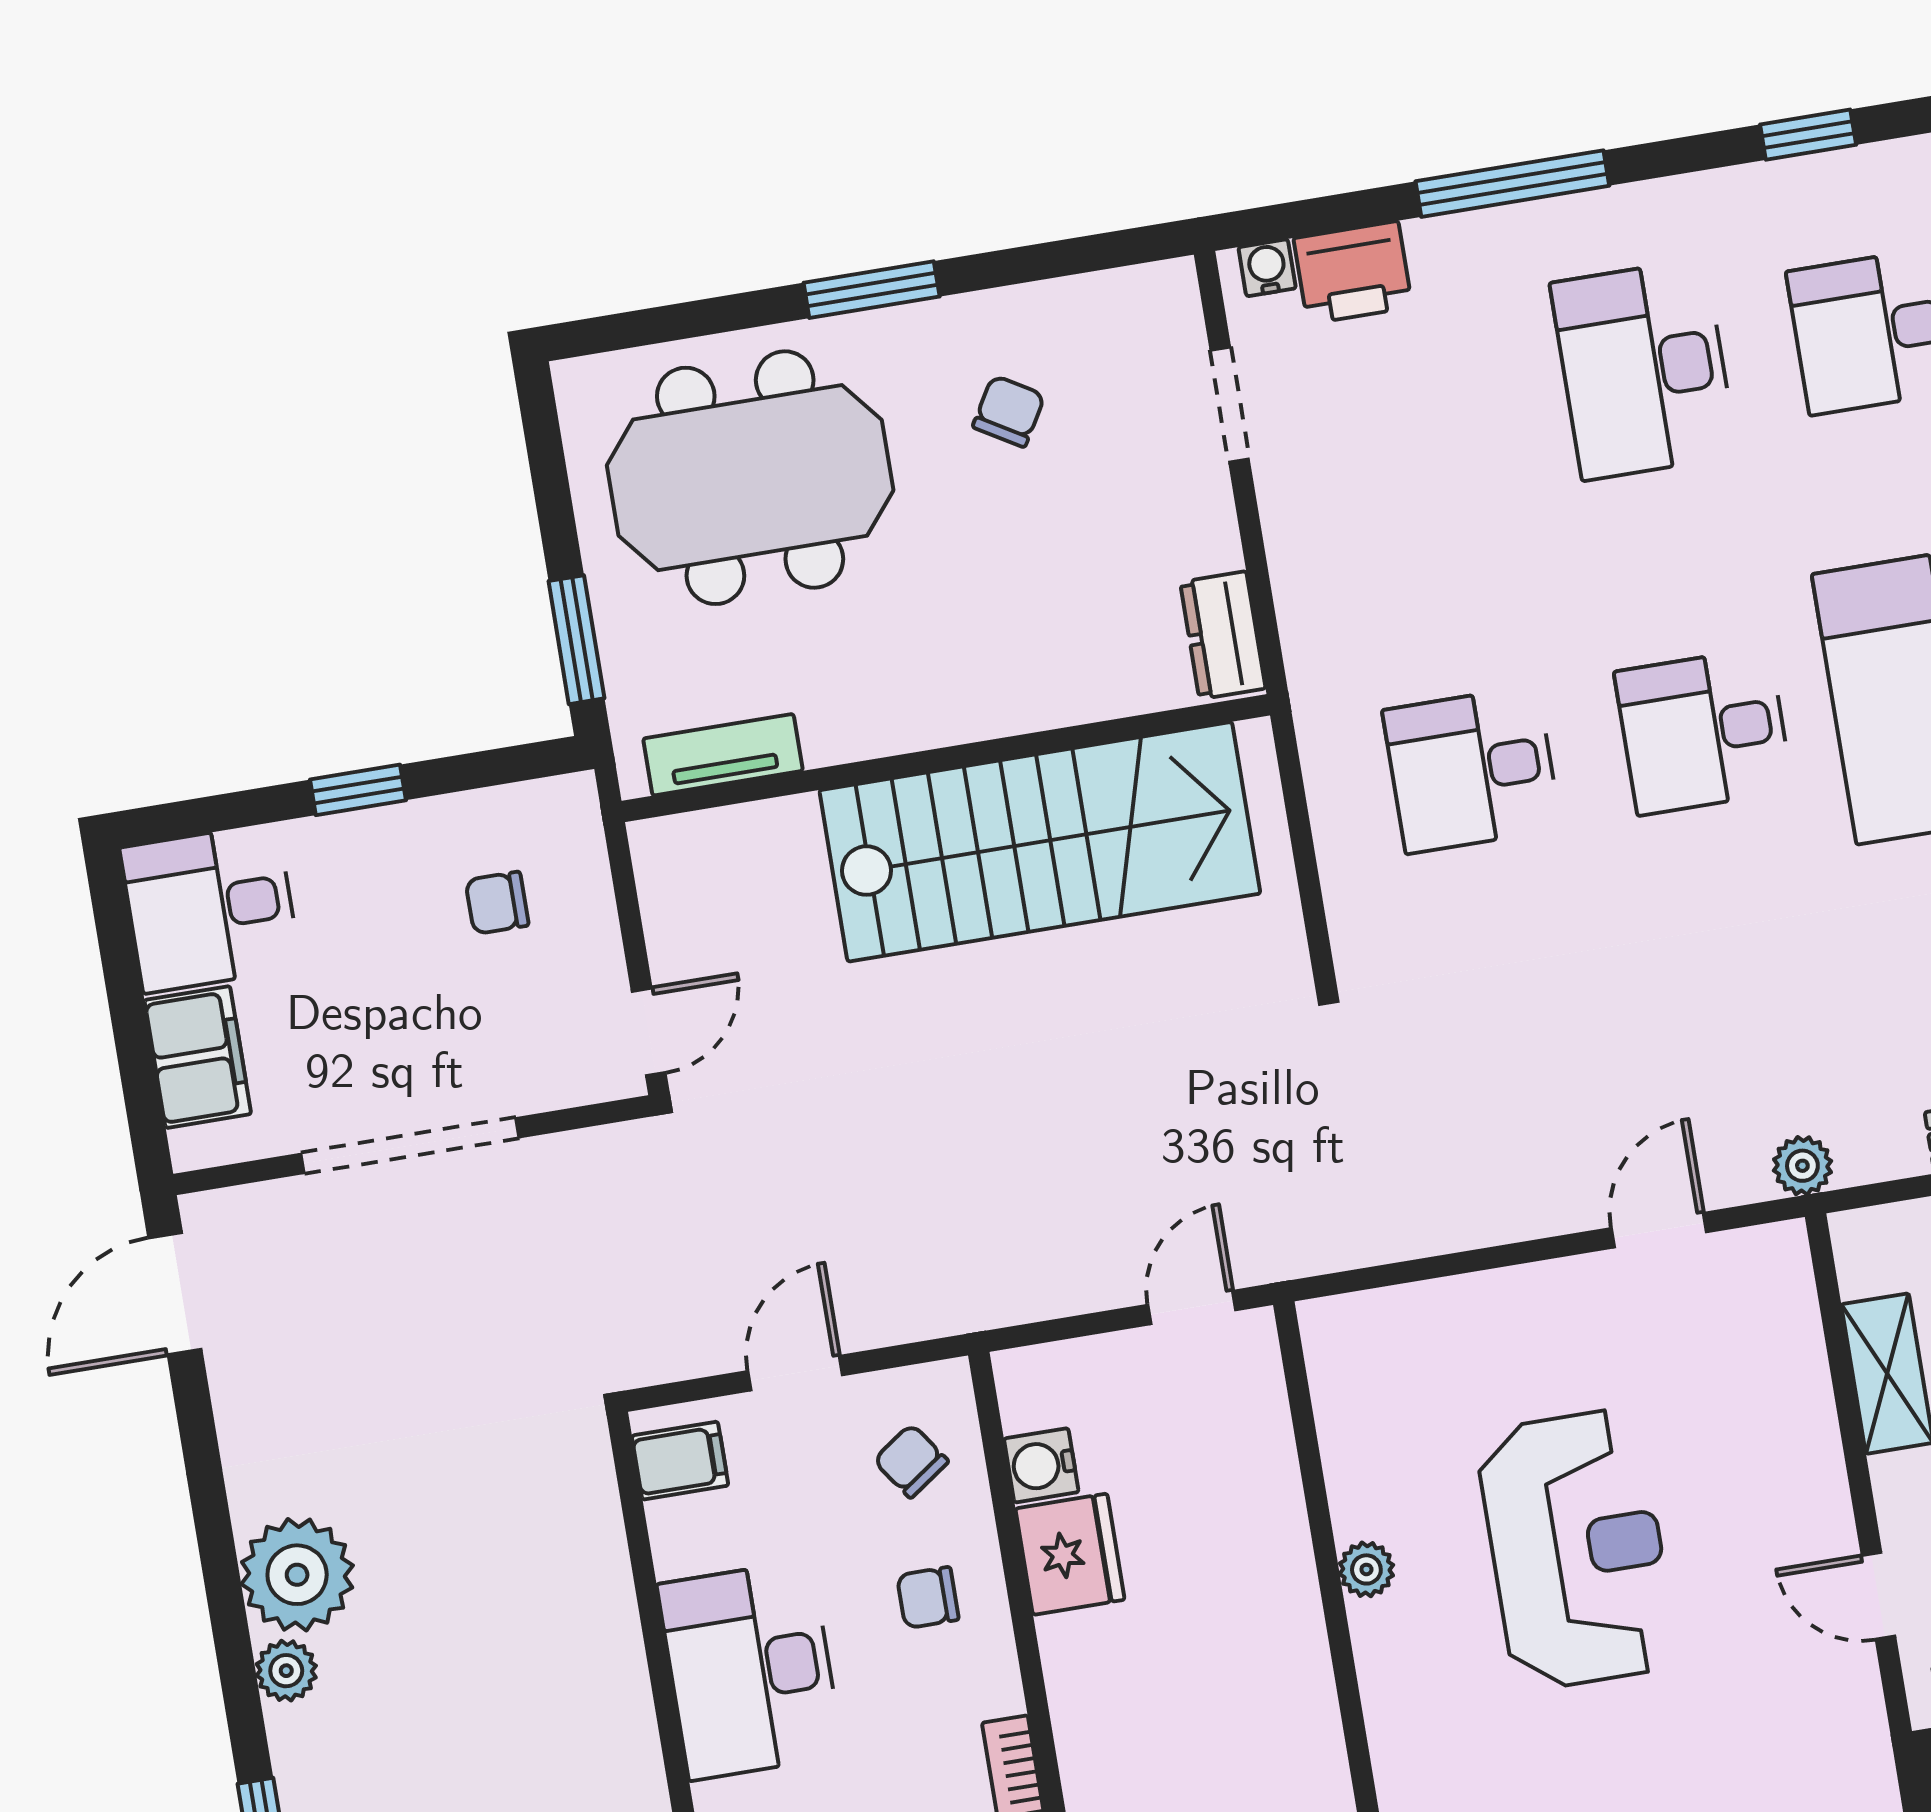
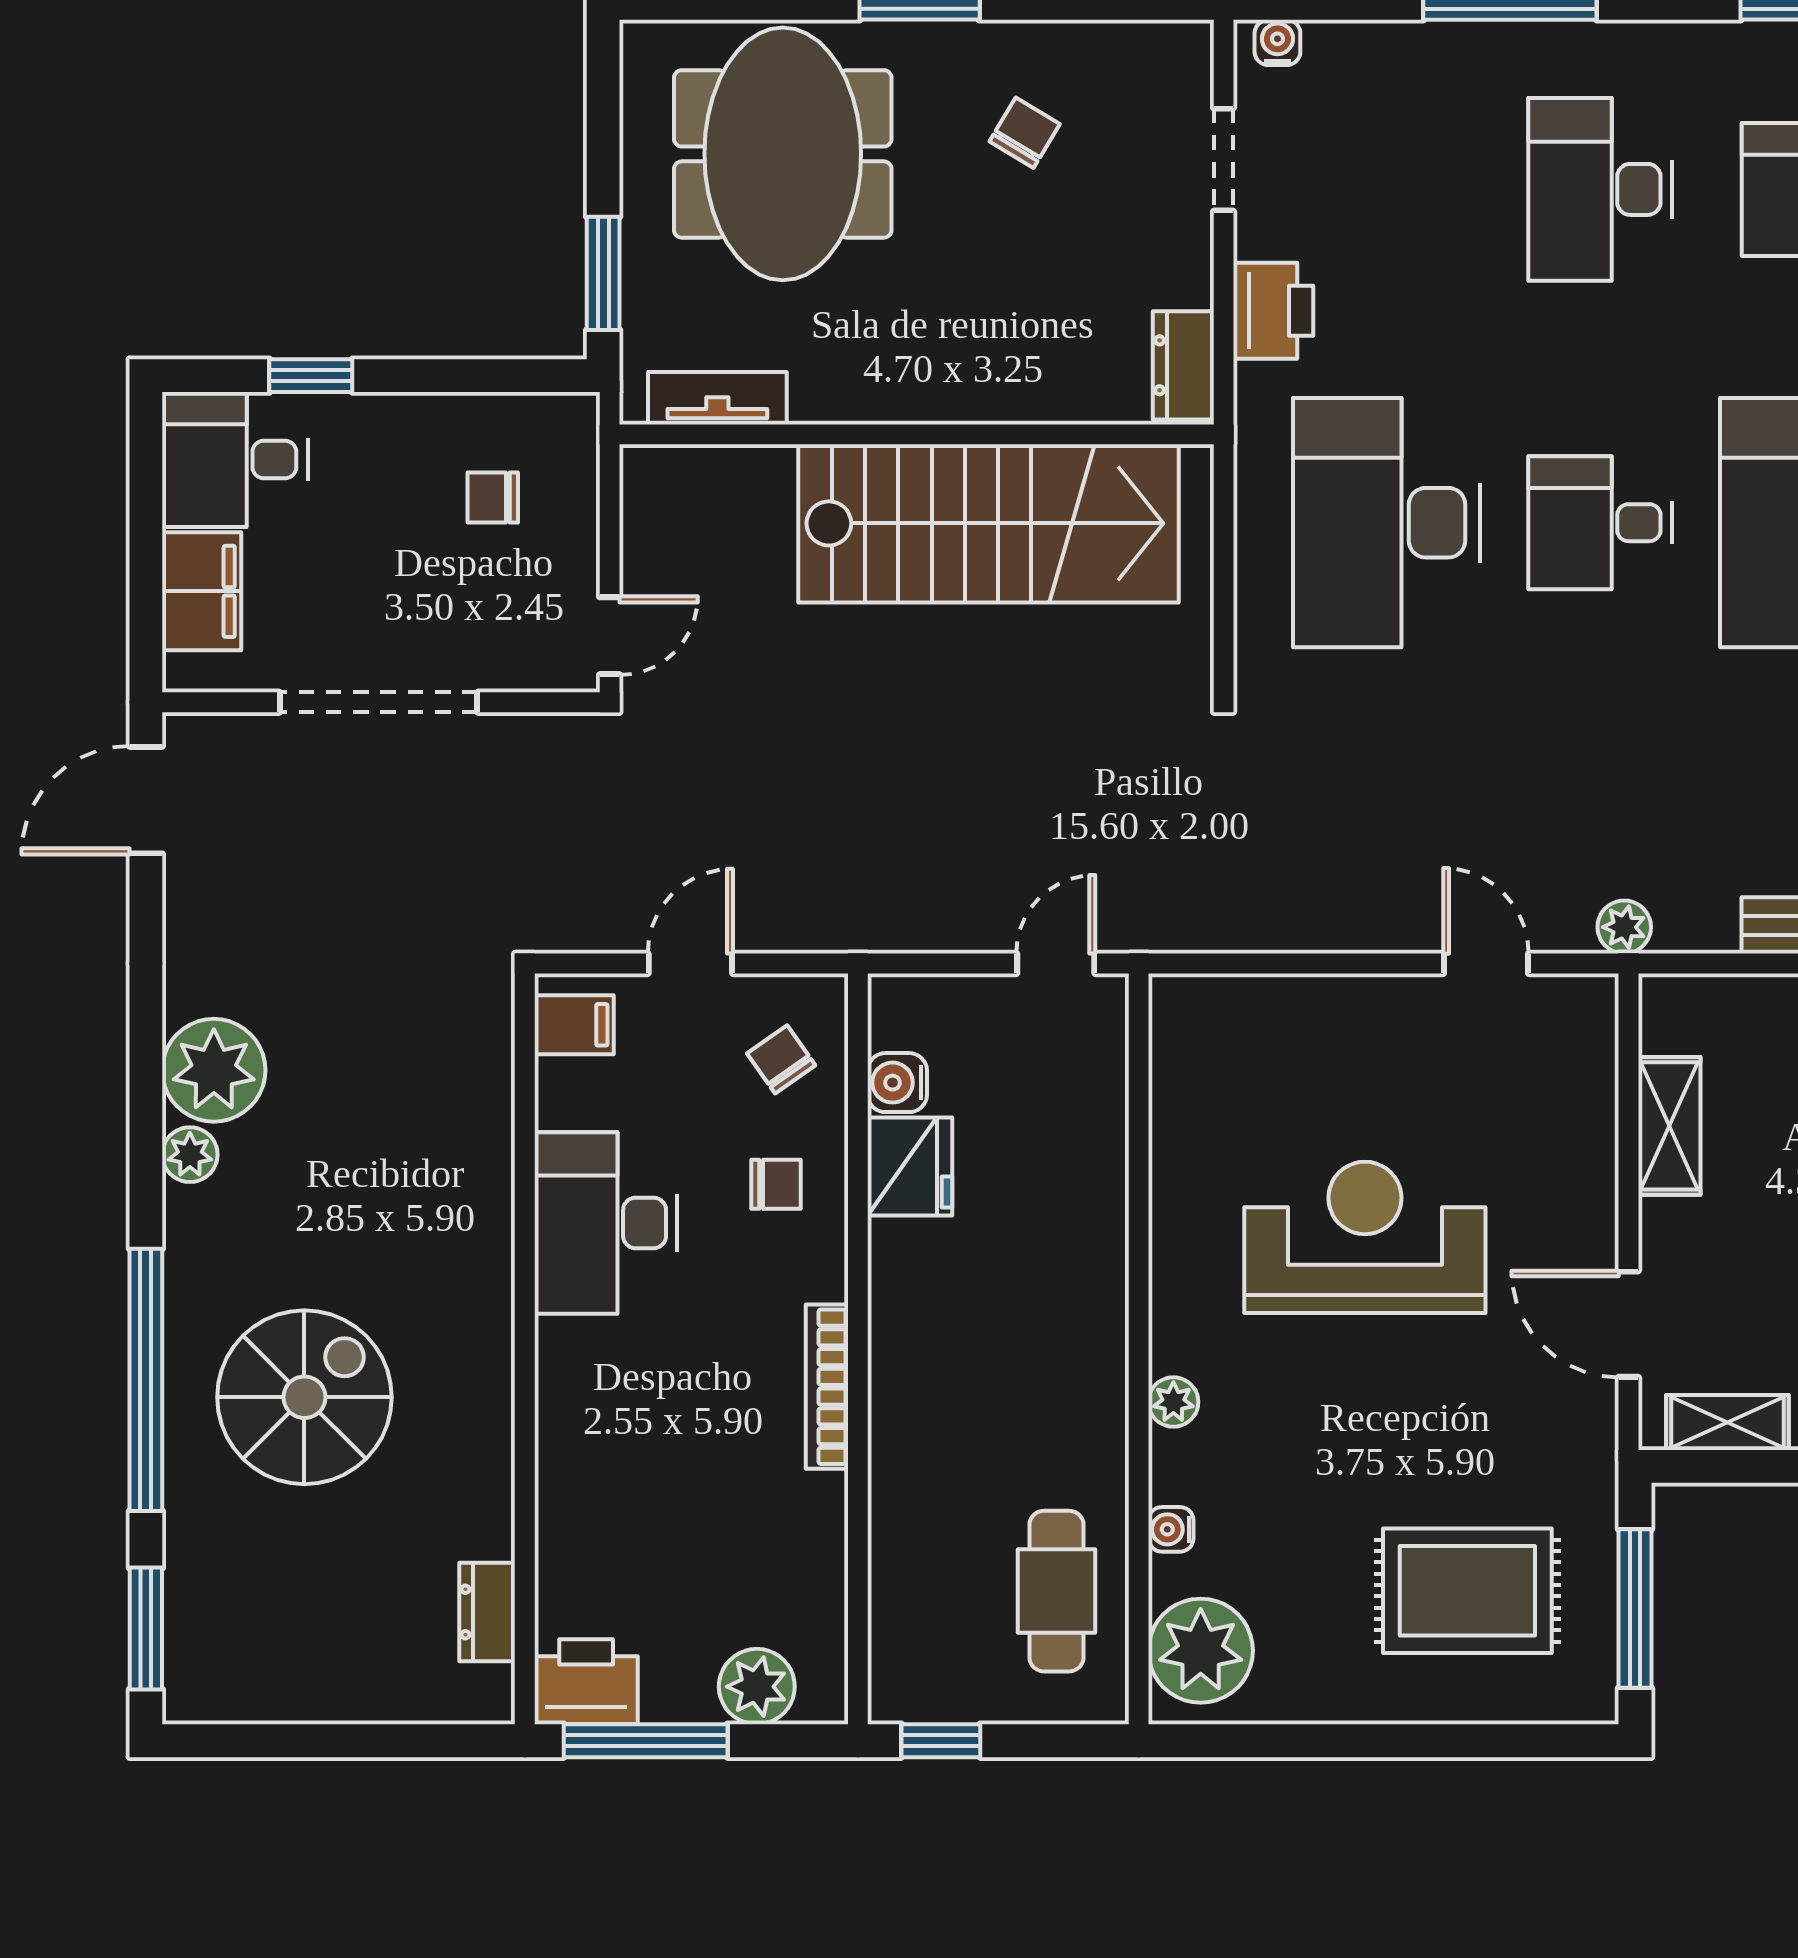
printer: (1353, 273) -> (1273, 311), moved, turned -90
meeting table: (750, 478) -> (783, 154), turned 90
desk: (1472, 770) -> (1387, 523), width x1.87, depth x1.30
window: (358, 790) -> (311, 376), moved
door: (1659, 1230) -> (1486, 963), hinge flipped
reception desk: (1577, 1549) -> (1365, 1237), turned -90
plant: (1366, 1569) -> (1173, 1402), moved
door: (1878, 1596) -> (1628, 1324), width x1.38
chair: (928, 1598) -> (776, 1184), turned 180

